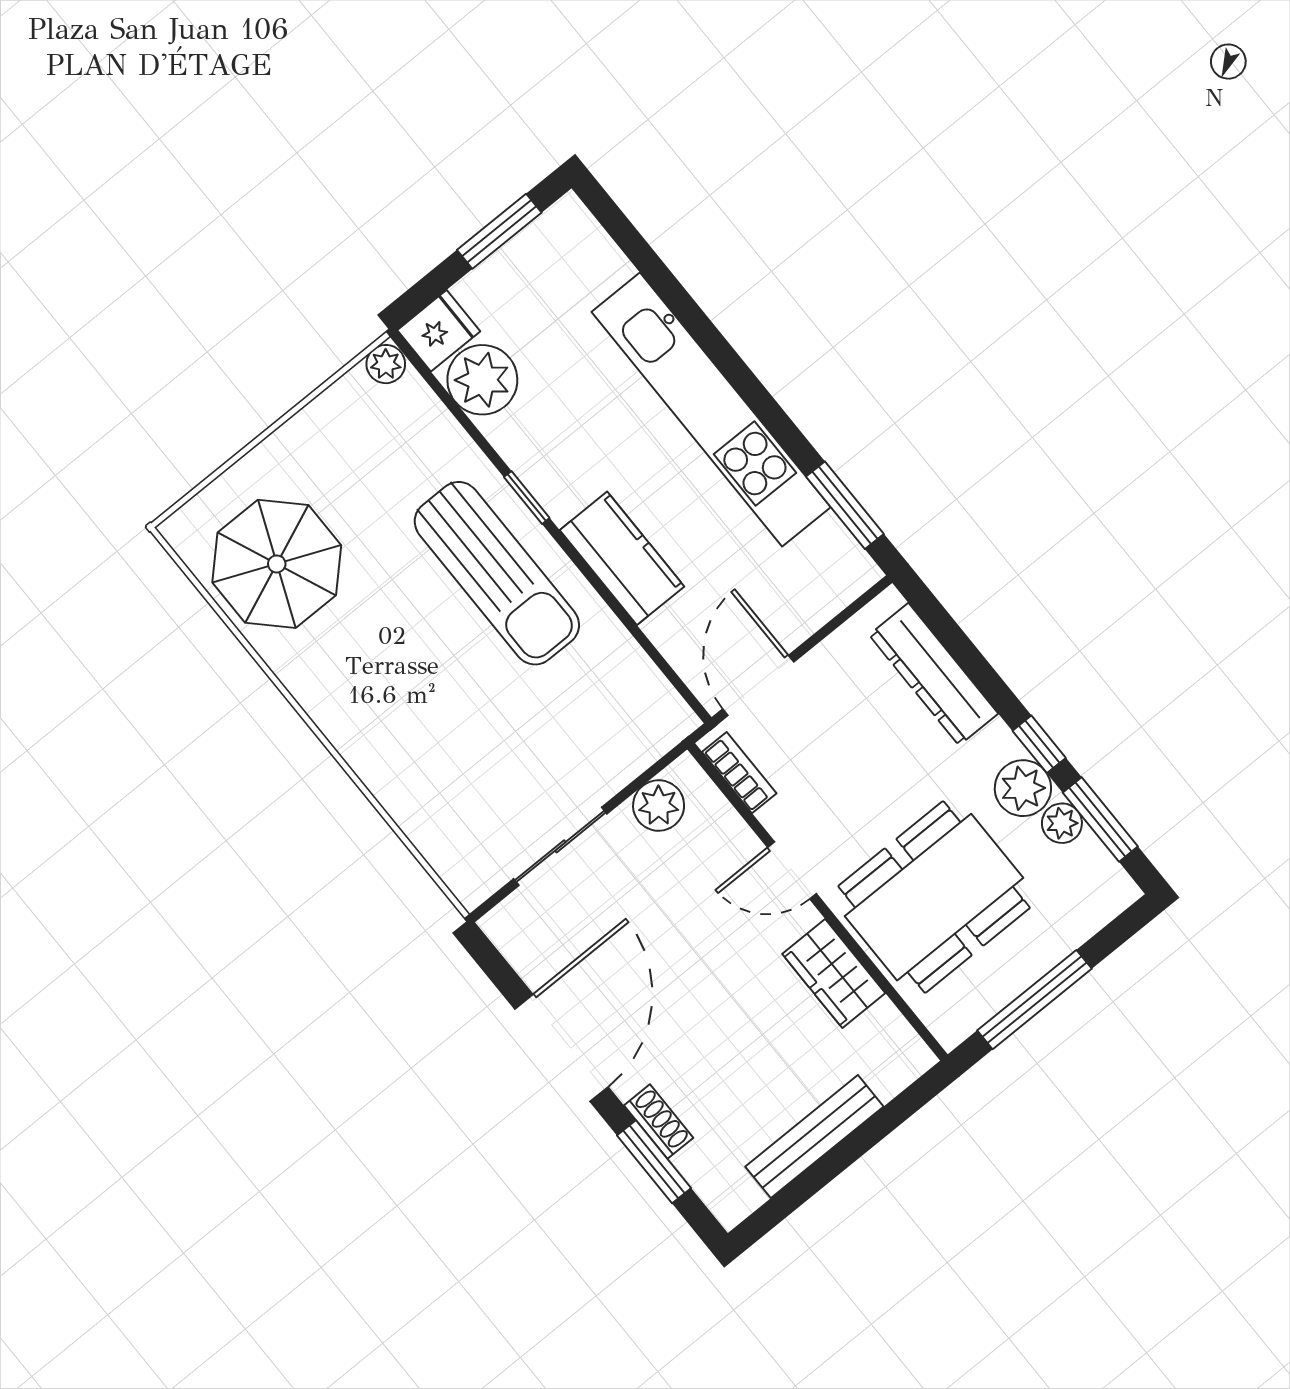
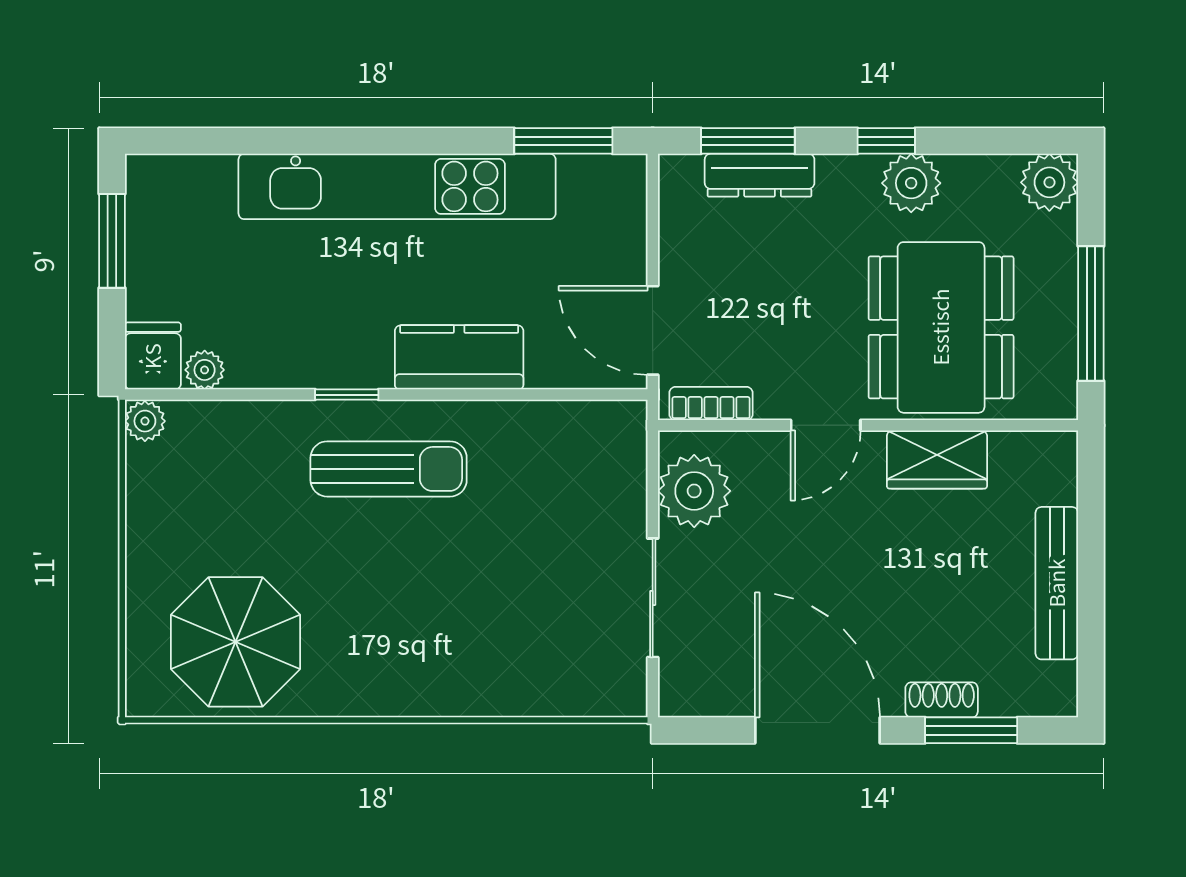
plant: (482, 380) -> (205, 370), width x0.53, depth x0.53
sun lounger: (497, 573) -> (389, 469), width x0.73, depth x0.75
dresser: (934, 674) -> (760, 175), width x0.73, depth x0.80
plant: (659, 805) -> (694, 491), width x1.36, depth x1.36
window: (1100, 820) -> (748, 141), moved
plant: (1062, 823) -> (1049, 182), moved, width x1.38, depth x1.38

